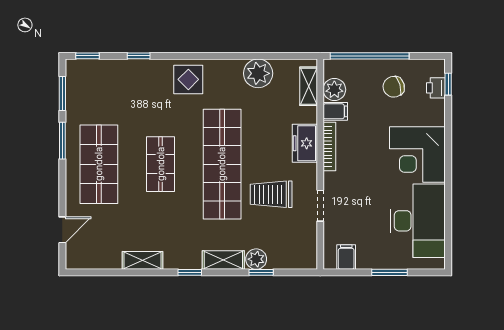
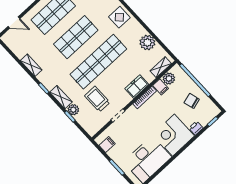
printer: (436, 88) -> (196, 128), moved
shop shelf: (161, 164) -> (76, 37), width x1.43, depth x1.36
trolley: (271, 194) -> (97, 99), moved

